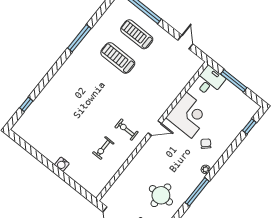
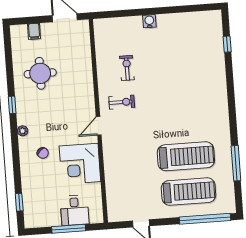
treadmill: (137, 34) -> (188, 192), width x1.37, depth x1.38
window: (79, 38) -> (236, 163), moved
treadmill: (118, 58) -> (186, 156), width x1.37, depth x1.38
desk: (209, 81) -> (75, 210), moved
window: (197, 192) -> (12, 105), width x0.46

